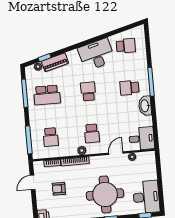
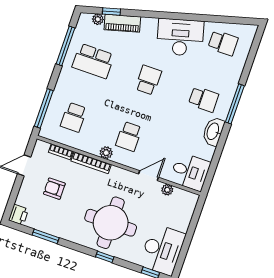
school desk: (129, 88) -> (204, 99), turned 180

